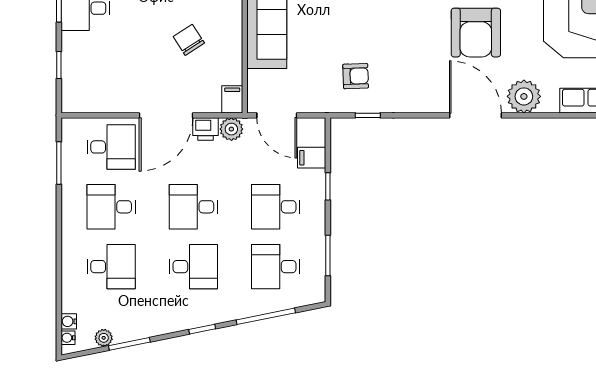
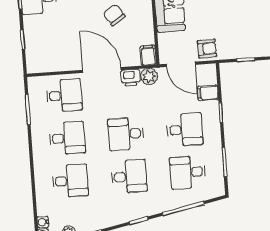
armchair: (356, 76) -> (207, 49), moved
door: (166, 115) -> (102, 70), swing flipped
desk: (111, 207) -> (67, 138), turned 180
desk: (276, 207) -> (185, 130), turned 180

